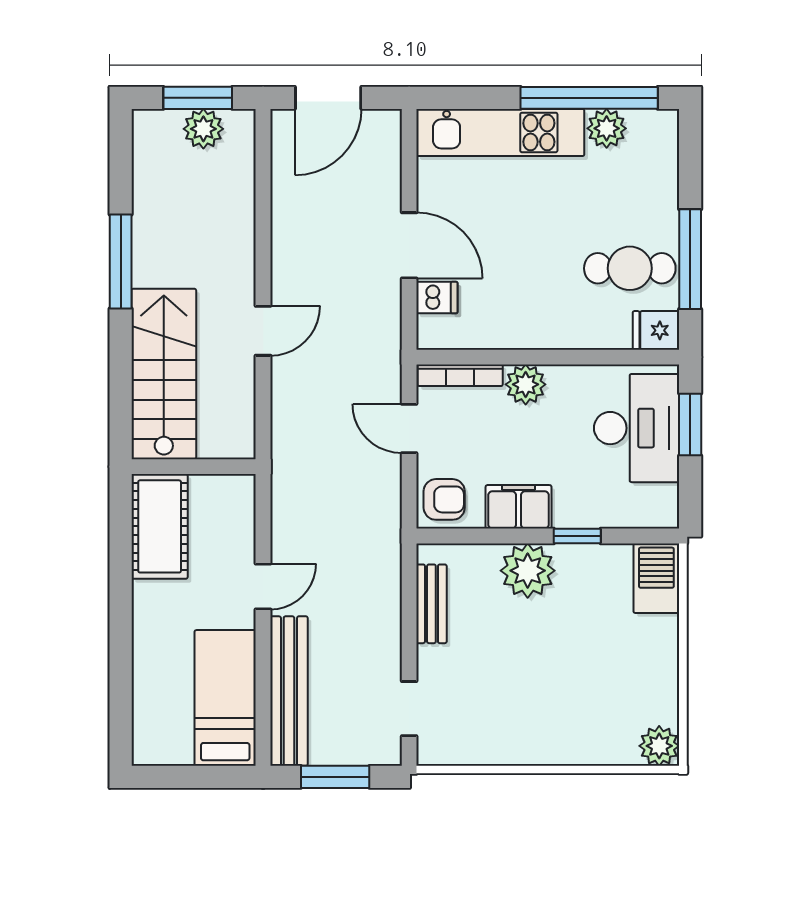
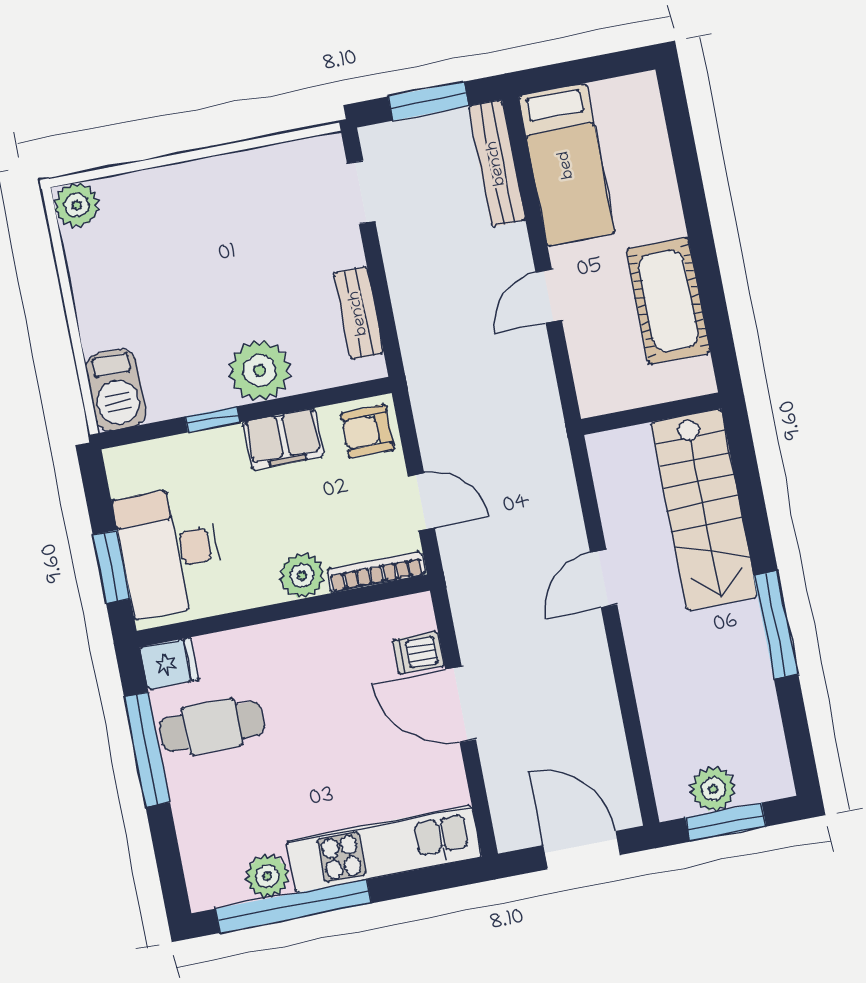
door: (328, 98) -> (582, 850), hinge flipped
cot: (160, 526) -> (668, 301), moved
bench: (289, 691) -> (497, 163), width x0.73, depth x0.82

